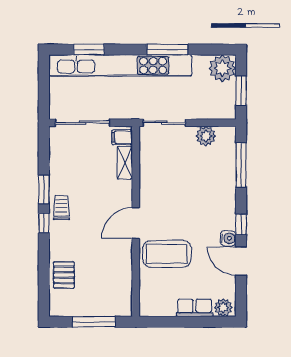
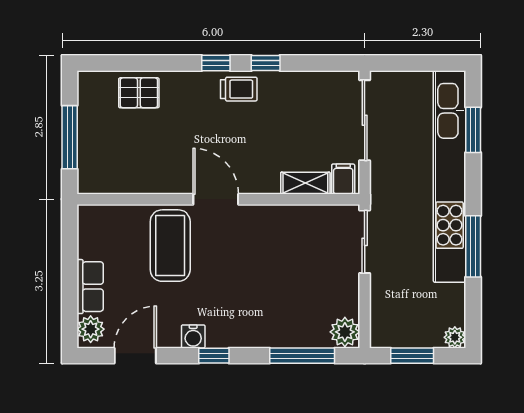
plant: (222, 68) -> (455, 337), width x0.53, depth x0.53
plant: (206, 136) -> (345, 332), moved
window: (44, 190) -> (266, 63), width x0.67
door: (241, 261) -> (135, 356), moved

